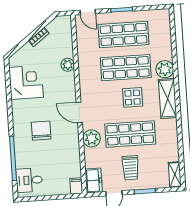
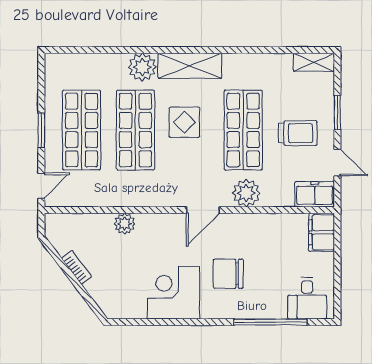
corner desk: (26, 82) -> (173, 293), moved
filing cabinet: (76, 186) -> (322, 232), width x2.00

